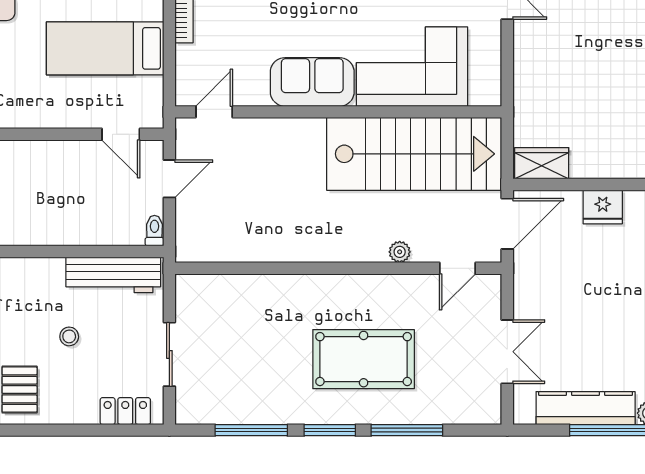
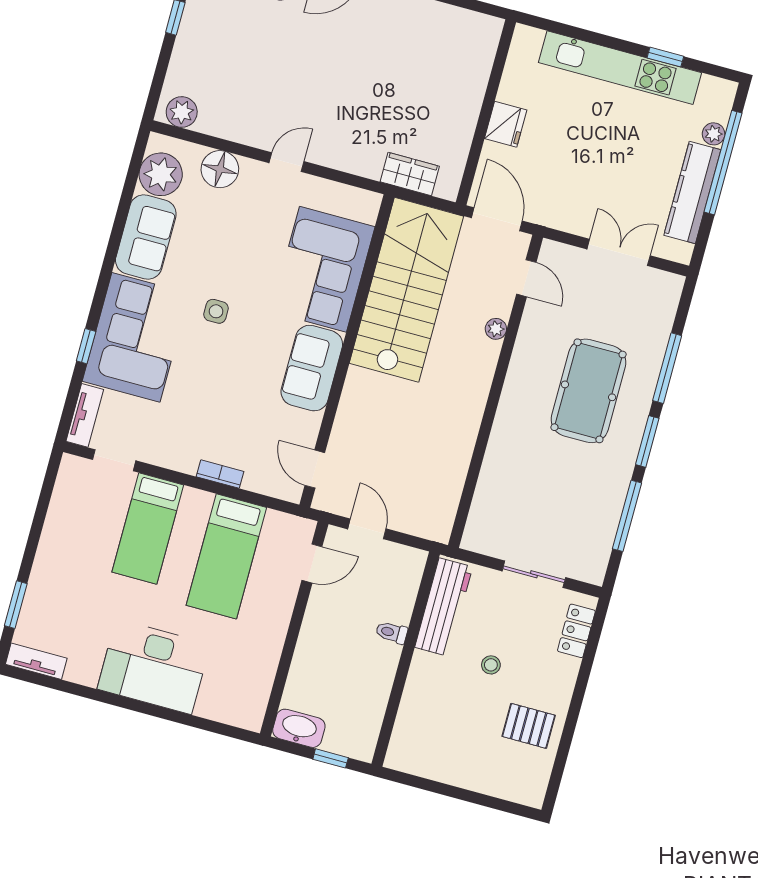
wardrobe: (542, 163) -> (410, 174), moved, turned 90
toilet: (154, 231) -> (392, 633), moved

